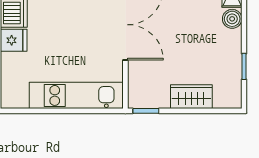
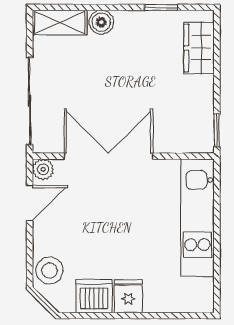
wardrobe: (191, 97) -> (199, 48), moved

